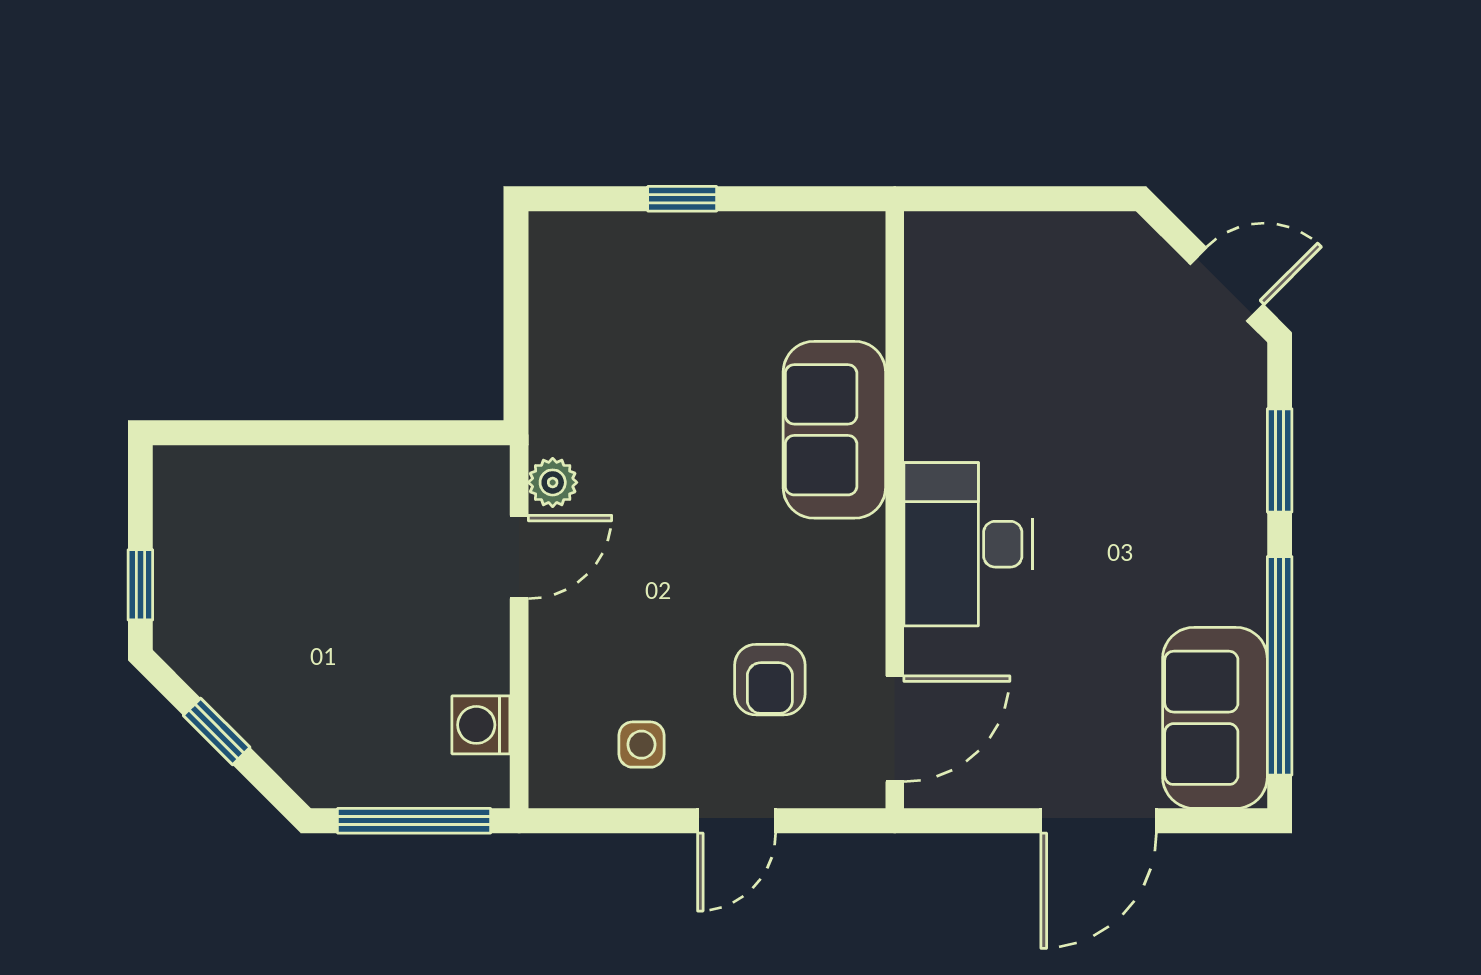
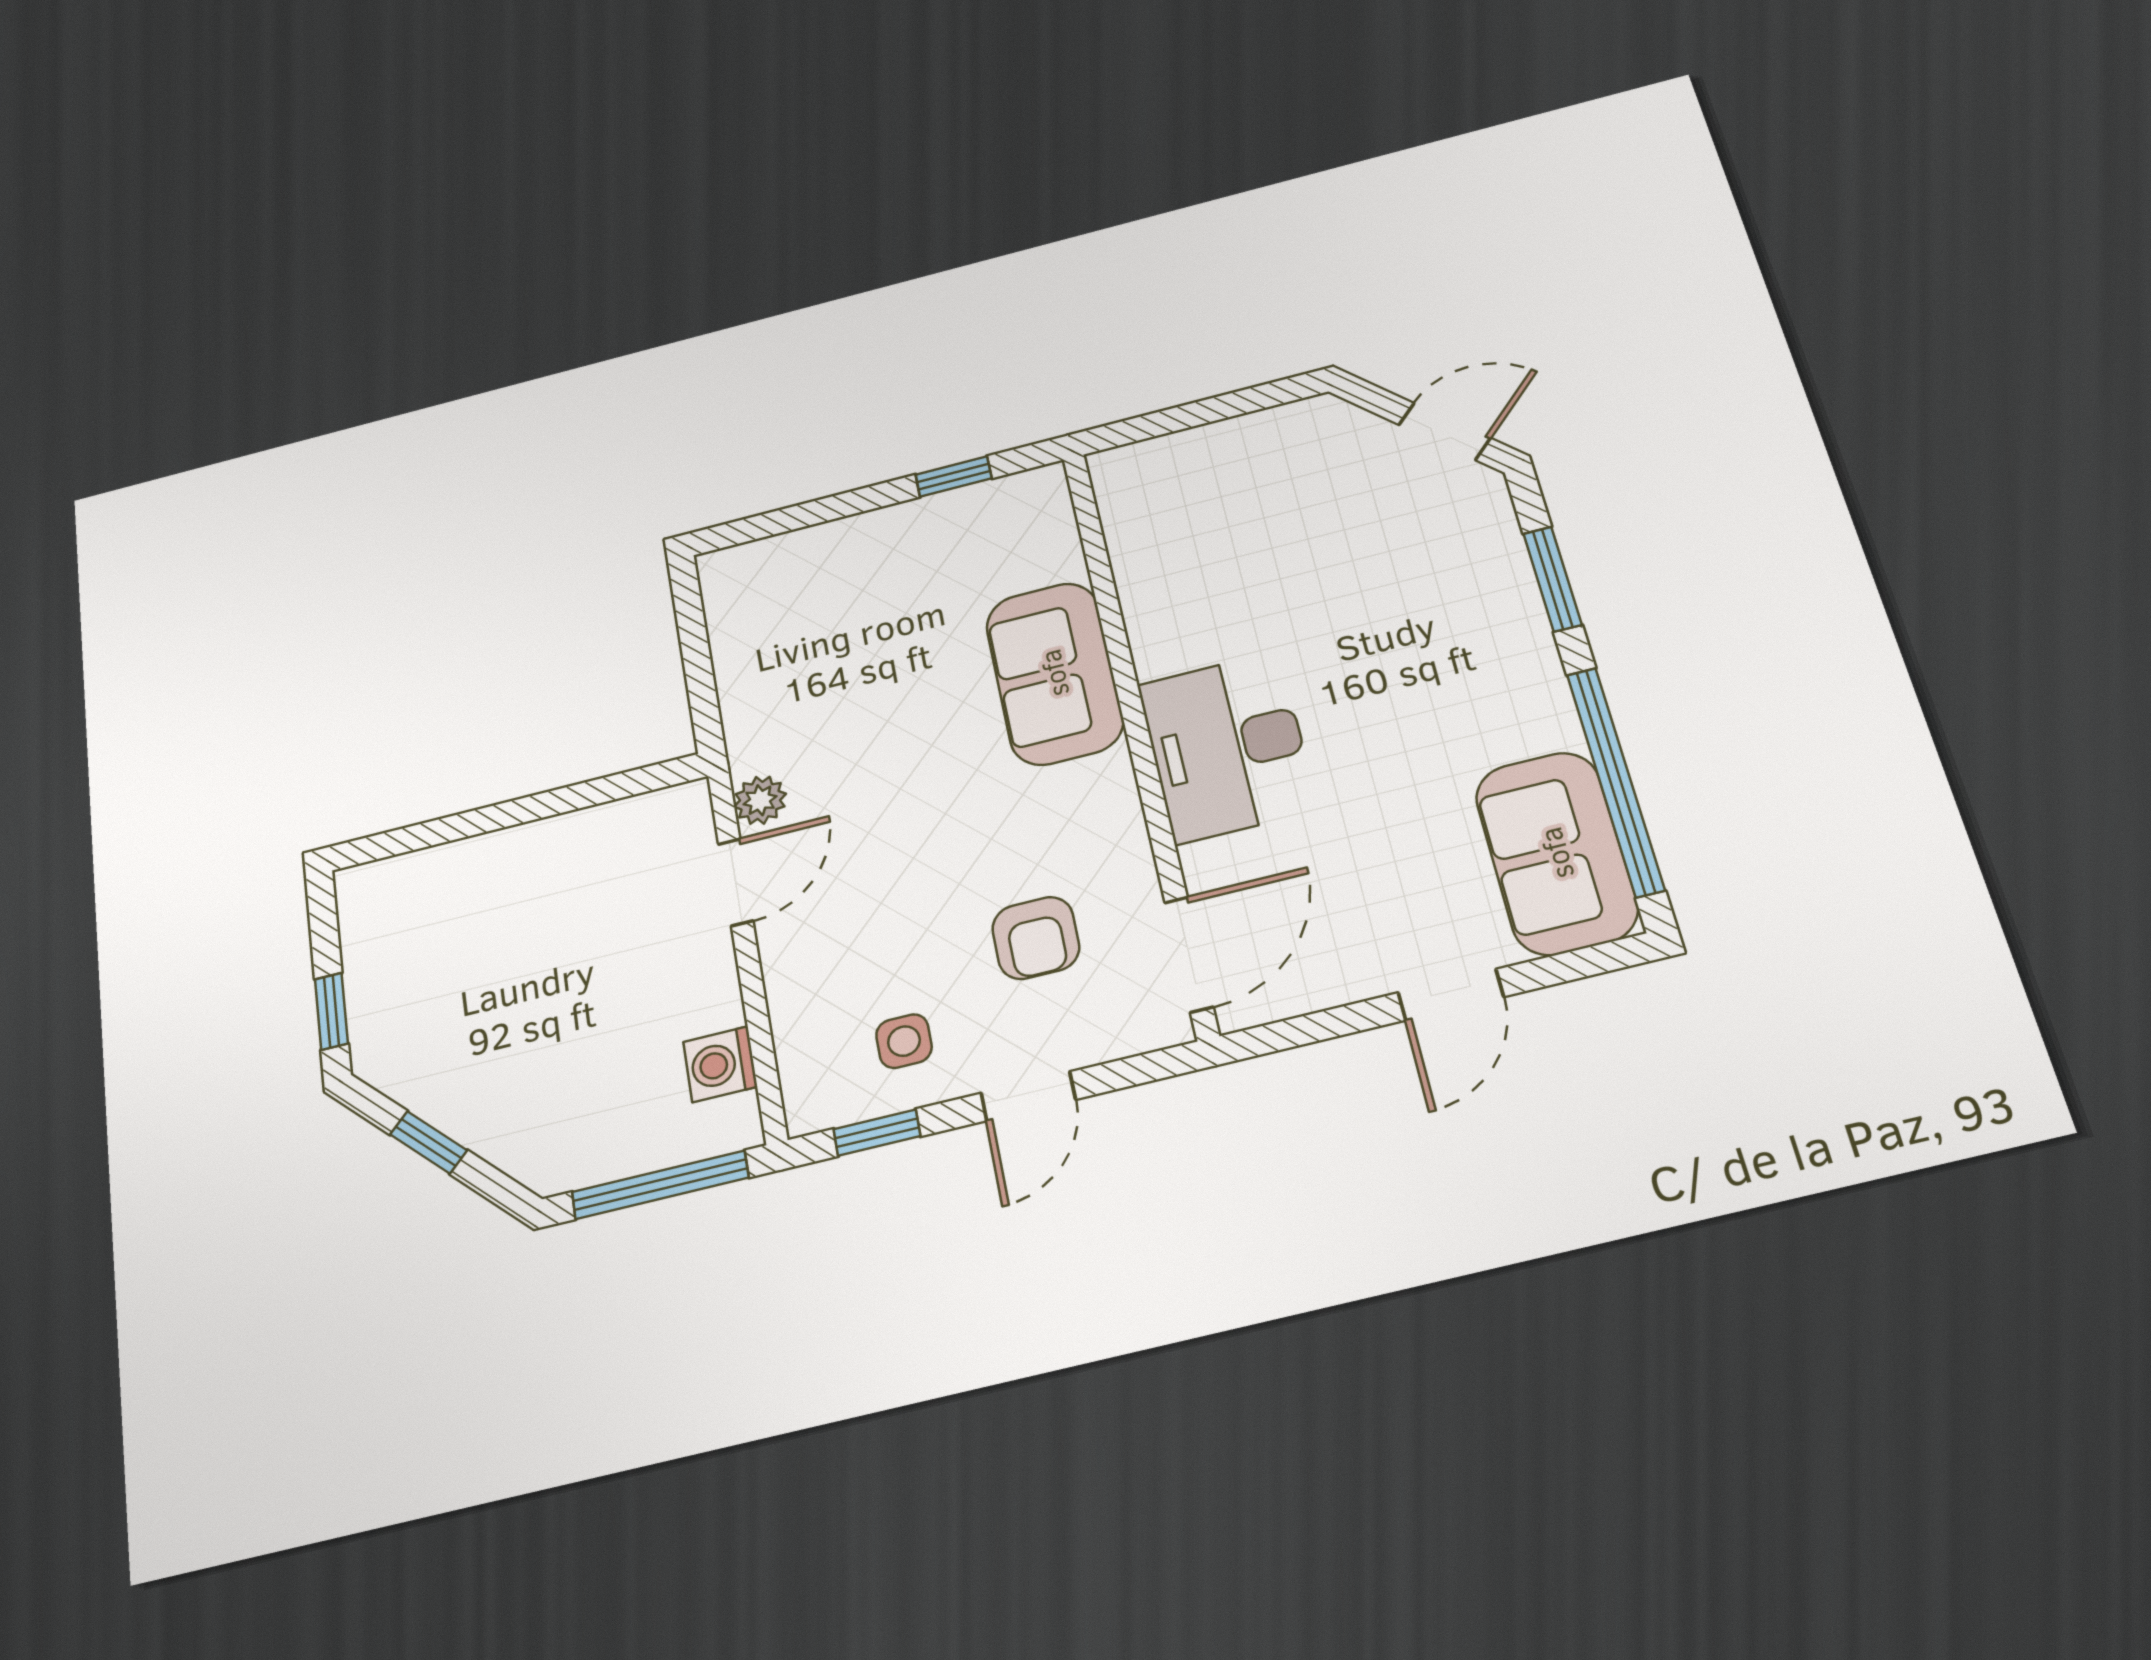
window: (682, 199) -> (954, 477), moved
window: (605, 821) -> (877, 1133), added
door: (1099, 821) -> (1451, 995), width x0.73

